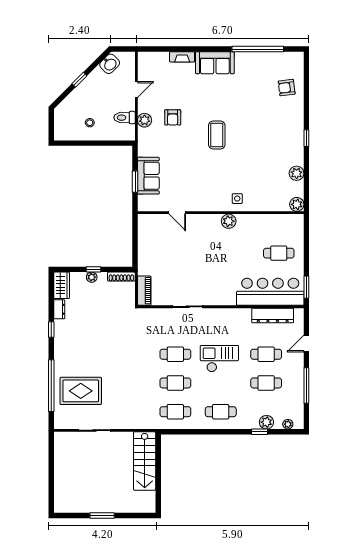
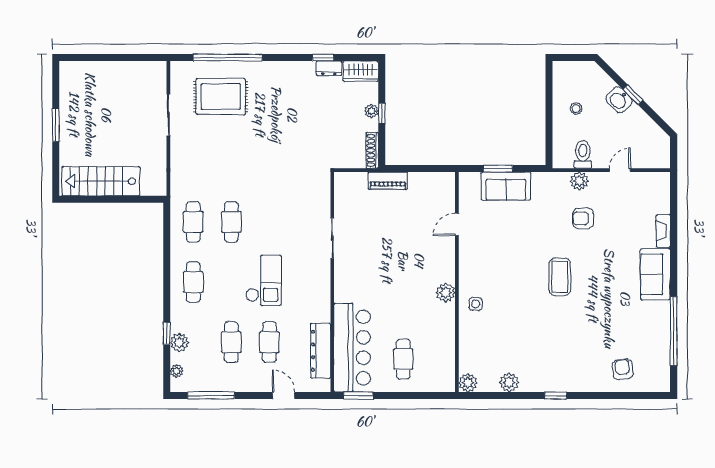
washbasin: (110, 64) -> (619, 100), moved
door: (136, 90) -> (620, 170), swing flipped
coffee table: (217, 135) -> (560, 277), turned 90
piano: (144, 291) -> (388, 181), moved
window: (51, 330) -> (323, 58), moved
cafe table: (175, 354) -> (269, 222), removed
window: (306, 386) -> (211, 396), moved
rug: (81, 391) -> (221, 97), turned 90
stairs: (145, 461) -> (101, 181), moved

